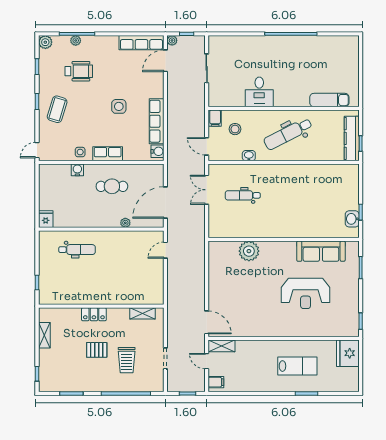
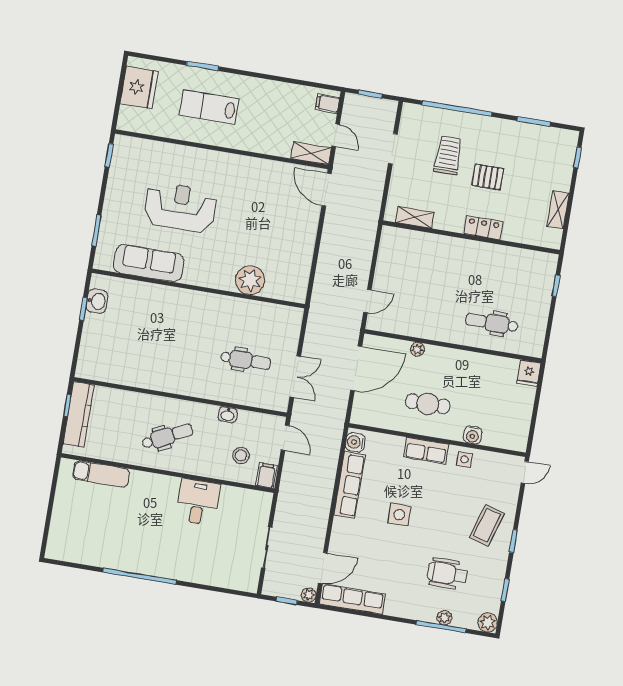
dental chair: (288, 134) -> (167, 436), width x0.73, depth x0.72
fridge: (348, 353) -> (139, 87), moved

